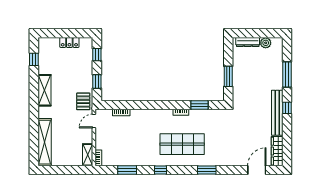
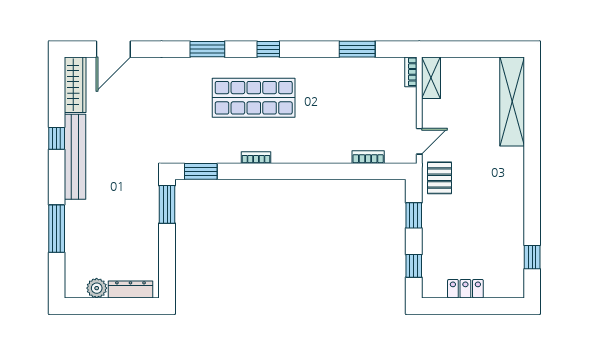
window: (228, 76) -> (167, 204), moved
shelving: (44, 90) -> (512, 199), removed
window: (200, 105) -> (201, 171), moved
window: (287, 108) -> (57, 138), moved
window: (161, 170) -> (268, 49), moved

